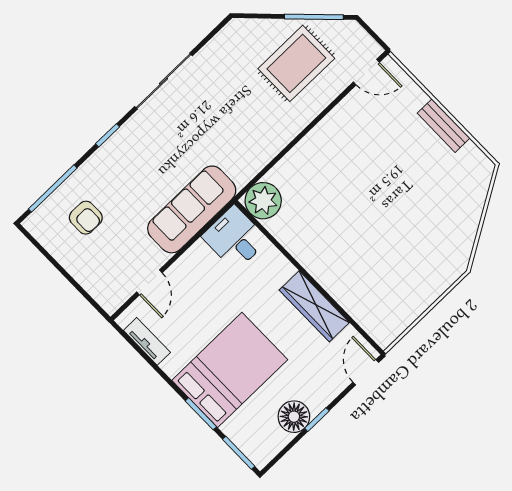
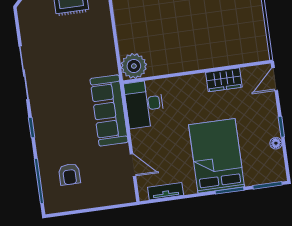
armchair: (86, 218) -> (69, 174), turned 90
desk: (235, 238) -> (144, 104), width x1.37
wardrobe: (314, 306) -> (224, 80), width x0.67
door: (366, 372) -> (275, 79), hinge flipped
floor lamp: (294, 417) -> (276, 143), width x0.53, depth x0.53

